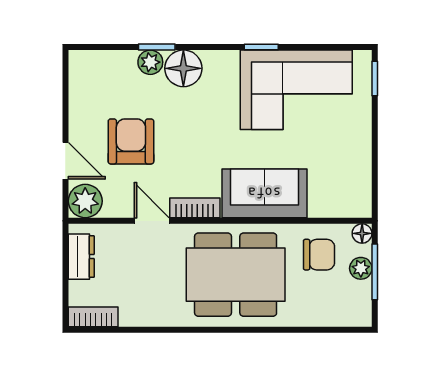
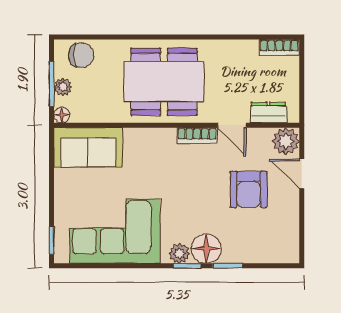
window: (261, 47) -> (187, 266), moved
plant: (150, 62) -> (180, 253), moved
sofa: (264, 193) -> (88, 147), moved
chair: (319, 255) -> (81, 55), moved, turned 180
dresser: (81, 257) -> (268, 112), moved, turned 90

